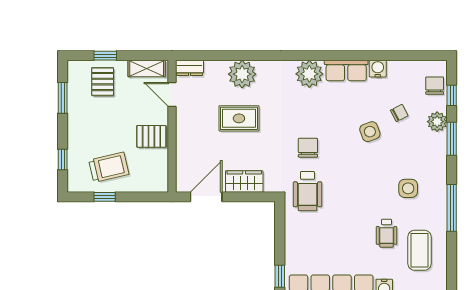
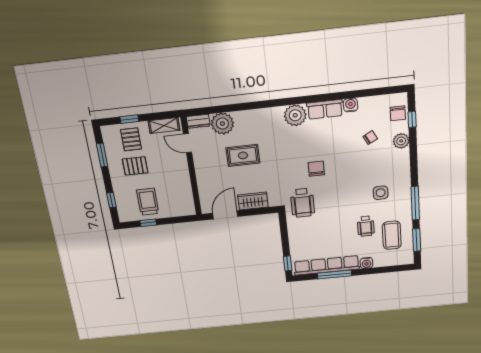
plant: (242, 74) -> (222, 124), moved
chair: (435, 86) -> (398, 113), turned 180
side table: (370, 132) -> (348, 154), removed
pallet: (151, 136) -> (135, 166), moved
window: (452, 139) -> (417, 240), moved
chair: (308, 148) -> (316, 169), moved
trolley: (109, 167) -> (148, 202), turned -77

